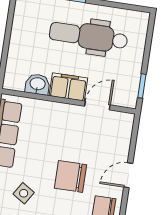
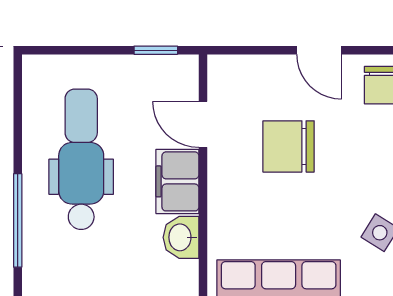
dental chair: (88, 36) -> (81, 159), turned 180
chair: (70, 176) -> (289, 146), moved, turned 90

